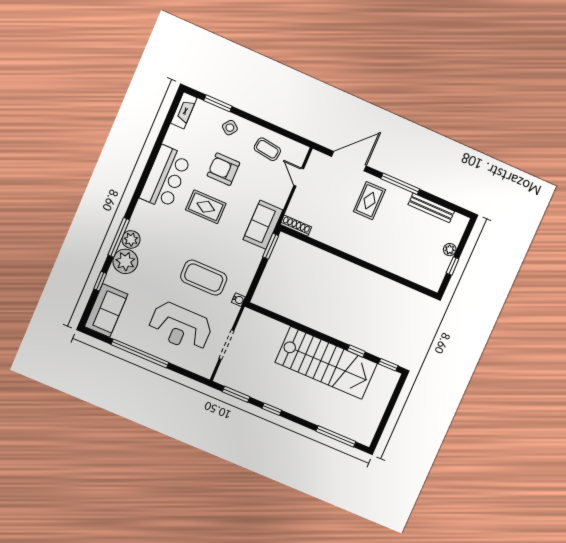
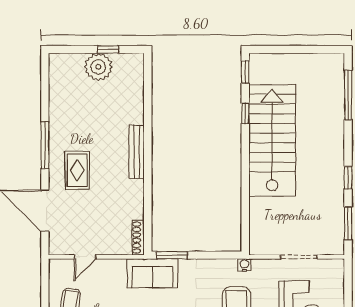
rug: (369, 201) -> (77, 170), turned 90
bench: (431, 208) -> (137, 152), moved
plant: (450, 250) -> (98, 67), width x1.88, depth x1.88

